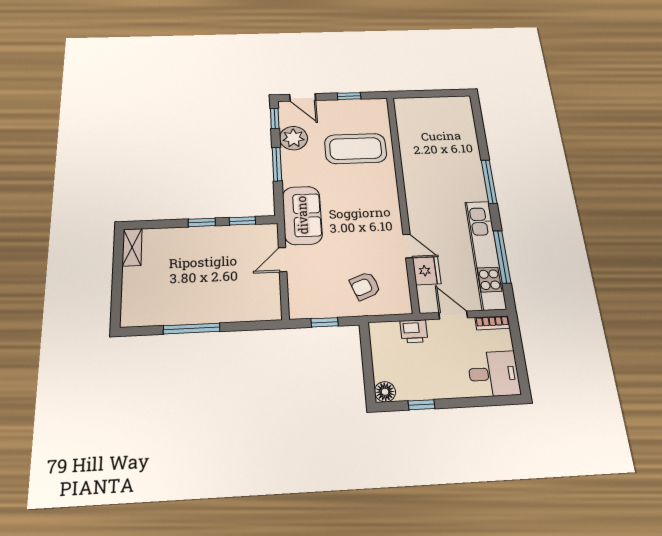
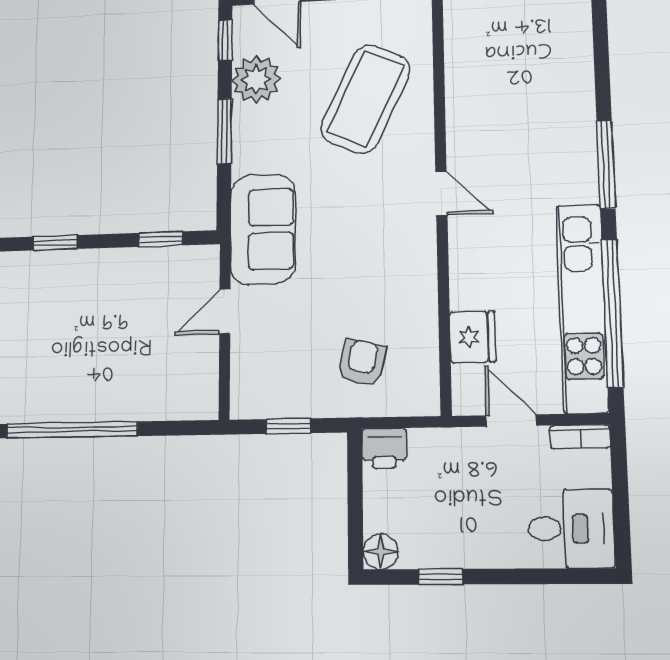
coffee table: (356, 149) -> (365, 99), turned -65
window: (202, 222) -> (56, 243), moved
door: (408, 246) -> (441, 193), moved
window: (502, 257) -> (612, 313), width x1.46
armchair: (365, 286) -> (362, 363), turned 124
window: (192, 329) -> (72, 430), width x1.46
printer: (414, 331) -> (384, 448), moved

